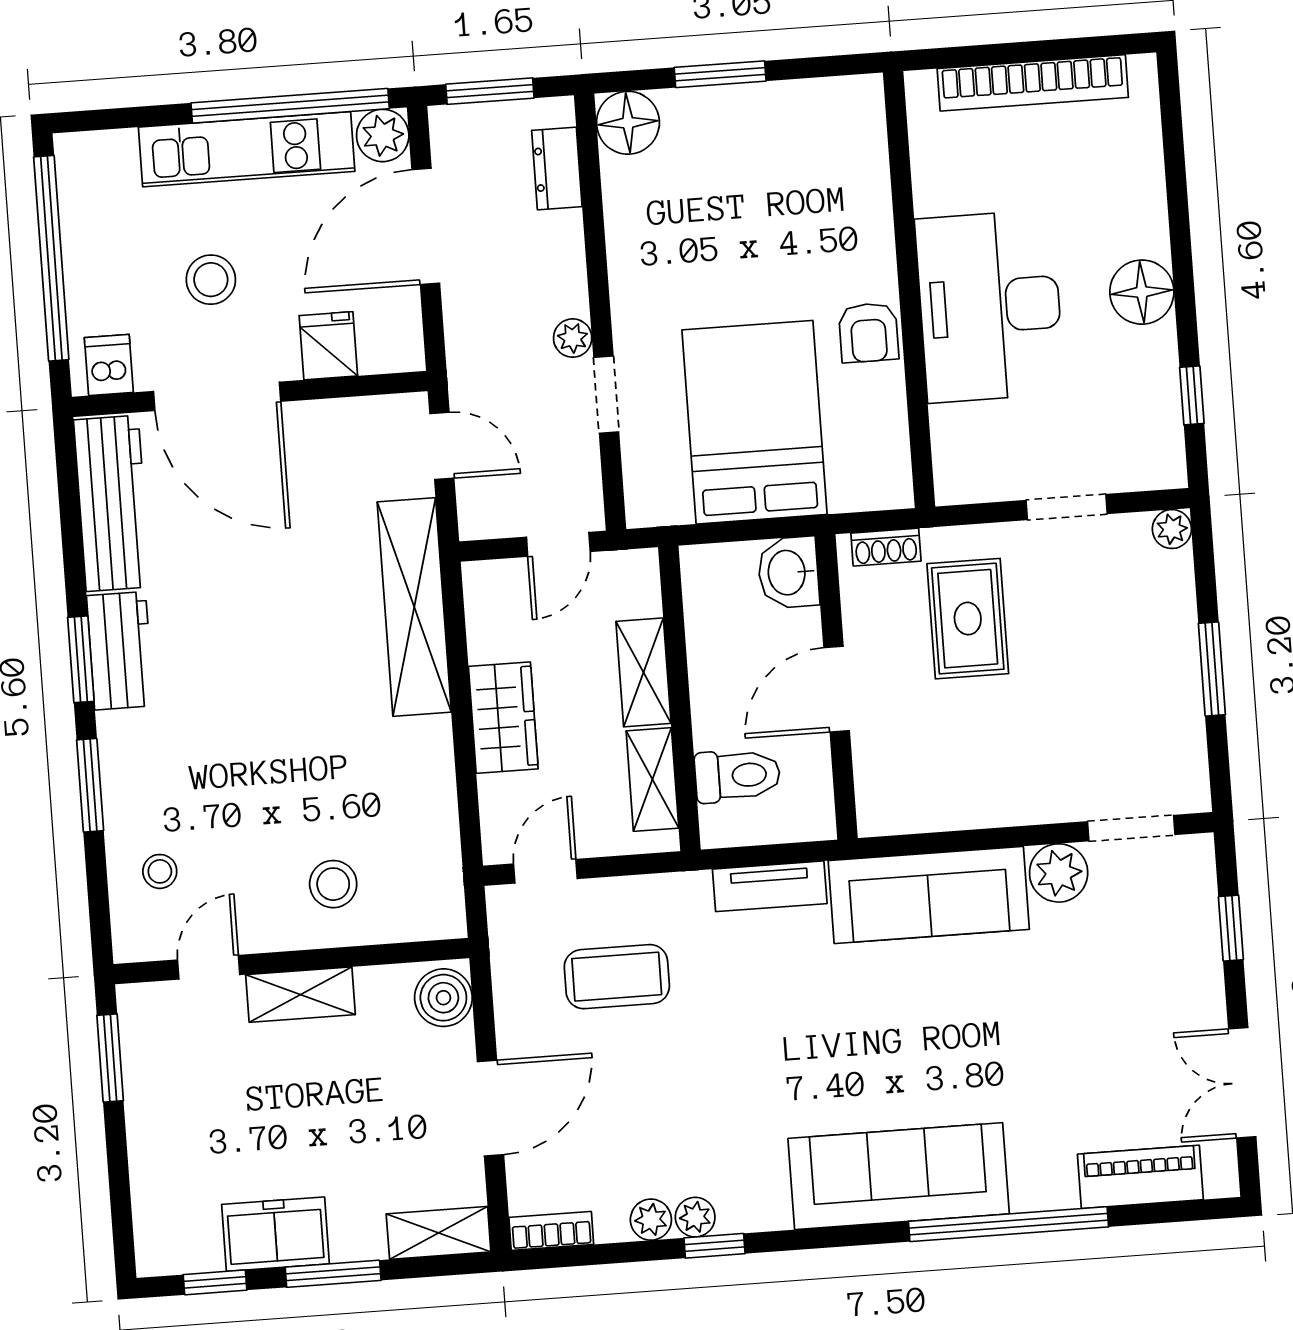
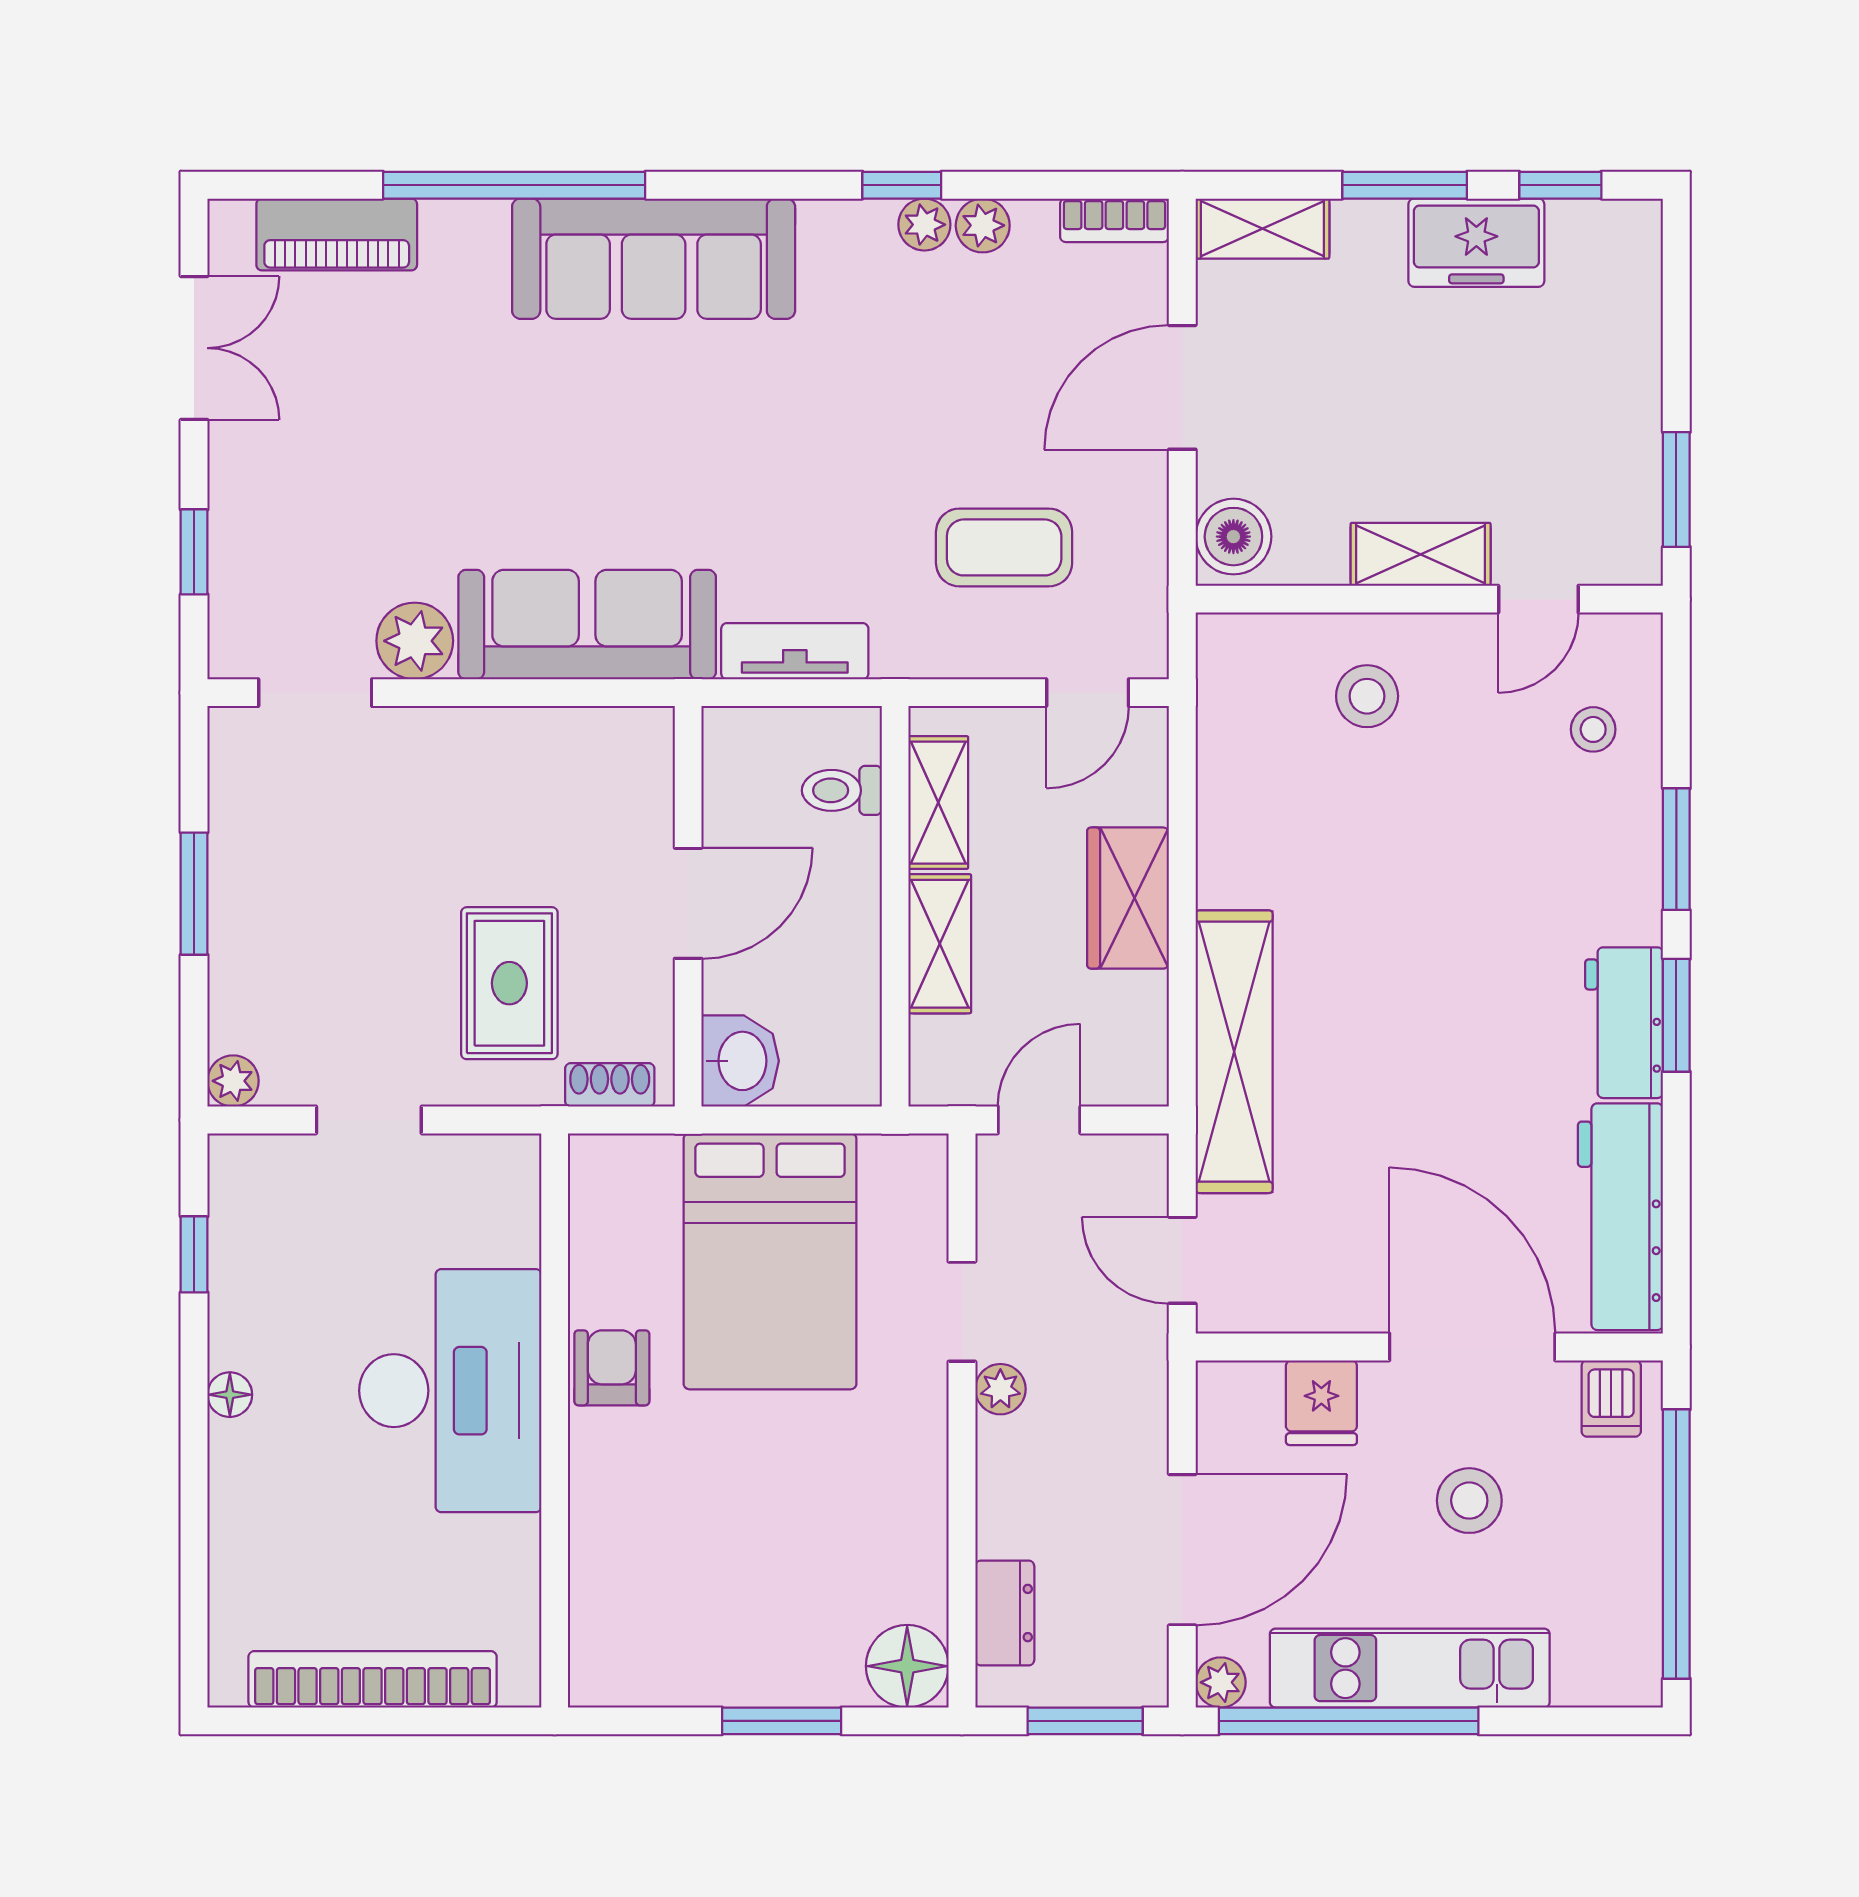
plant: (383, 135) -> (1221, 1682), width x0.73, depth x0.73
floor lamp: (1142, 292) -> (230, 1395), width x0.53, depth x0.53
toilet: (737, 776) -> (842, 790), width x0.73, depth x0.72

